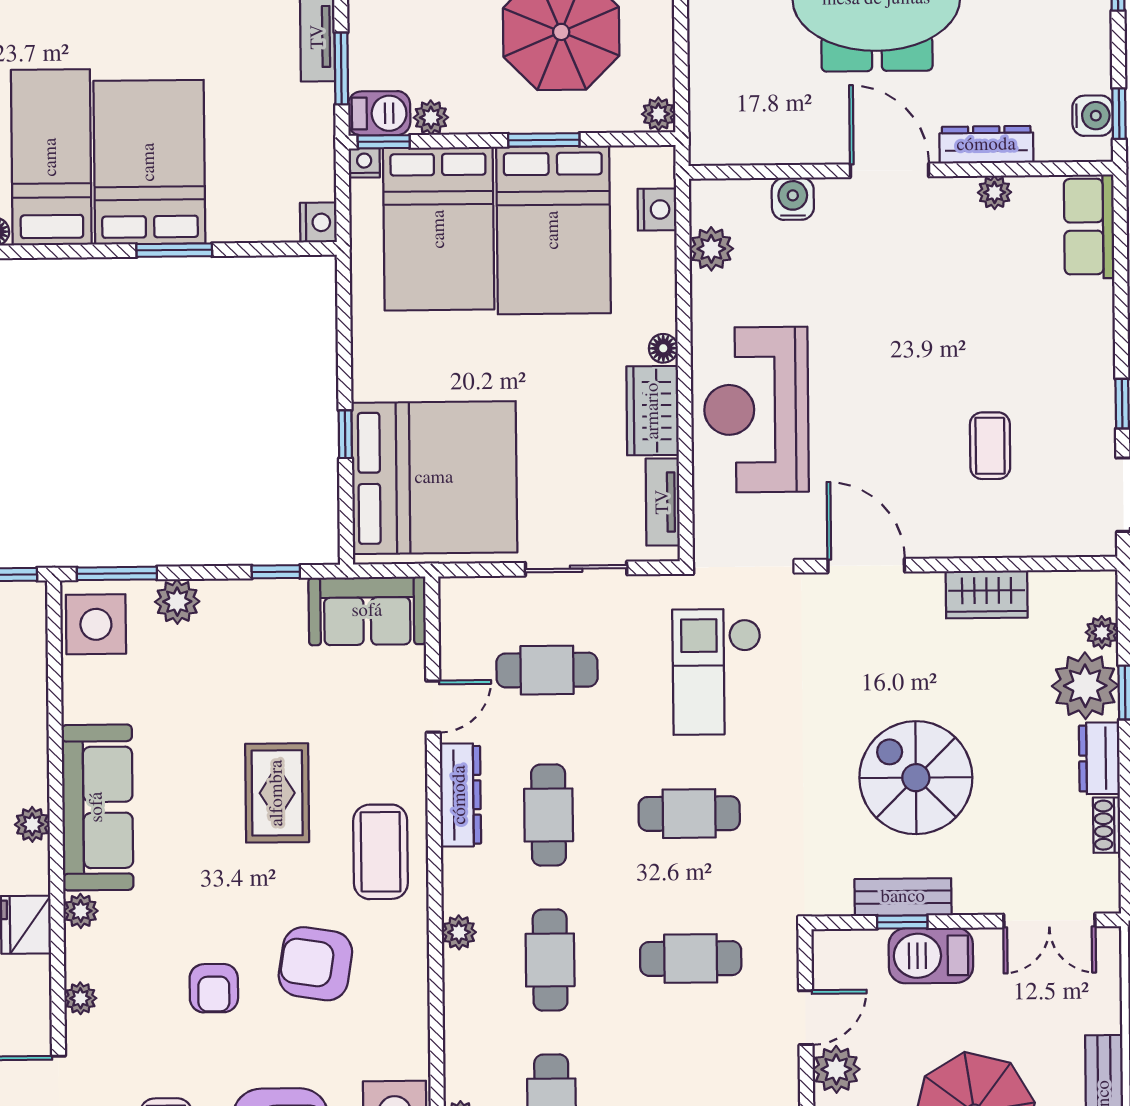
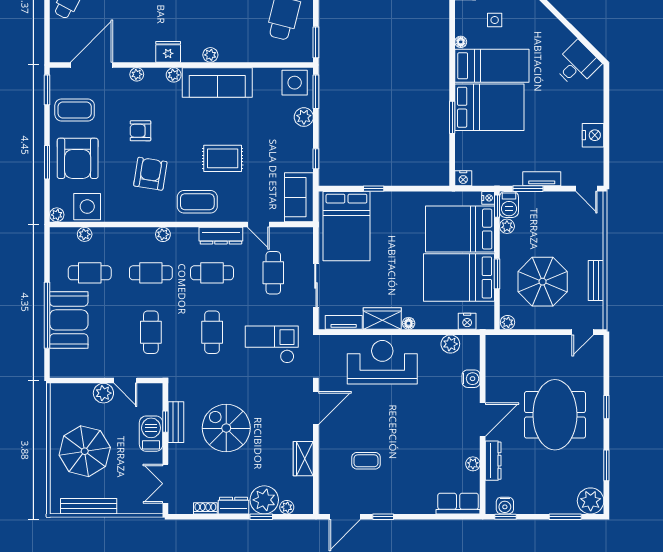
bed: (434, 478) -> (346, 226), width x0.73
spiral stairs: (916, 778) -> (226, 428), turned -90

